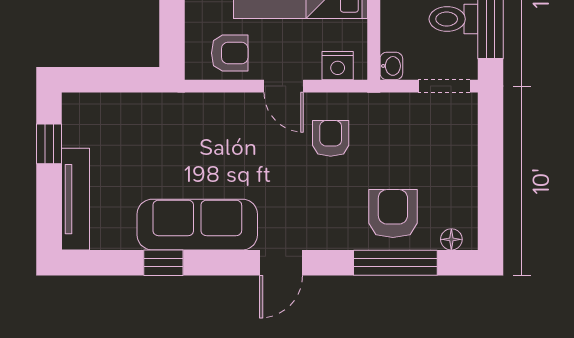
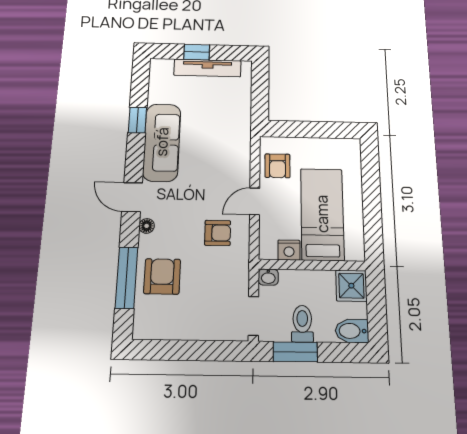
nightstand: (338, 66) -> (289, 250), moved, turned -90
window: (49, 144) -> (197, 52), moved
tv unit: (75, 199) -> (207, 68), moved
armchair: (393, 214) -> (162, 276), turned -90
floor lamp: (451, 239) -> (147, 226), moved

